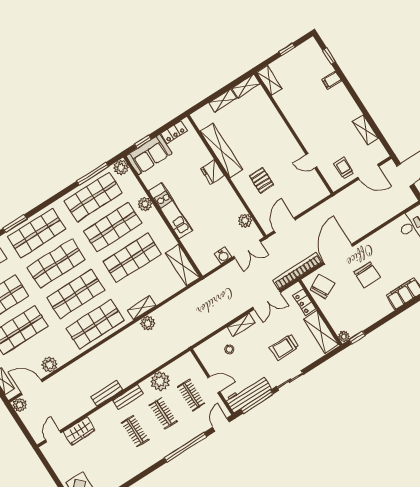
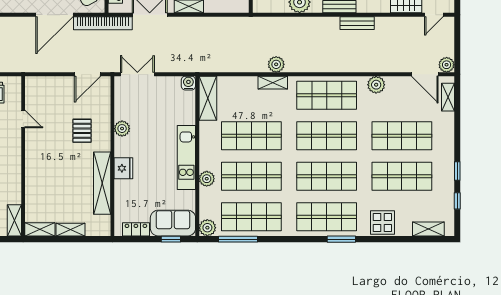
plant: (245, 221) -> (122, 129), moved
water cooler: (223, 255) -> (188, 83), moved
plant: (49, 365) -> (376, 85), moved

